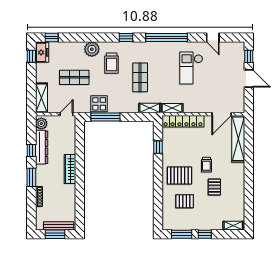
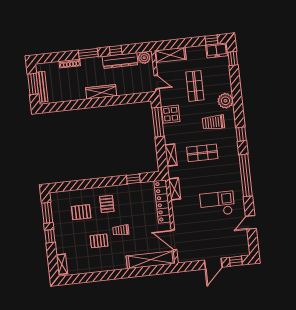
shelving: (150, 108) -> (171, 155), moved
pallet: (179, 175) -> (107, 204), width x0.67, depth x0.71
pallet: (185, 201) -> (81, 212), turned 90

